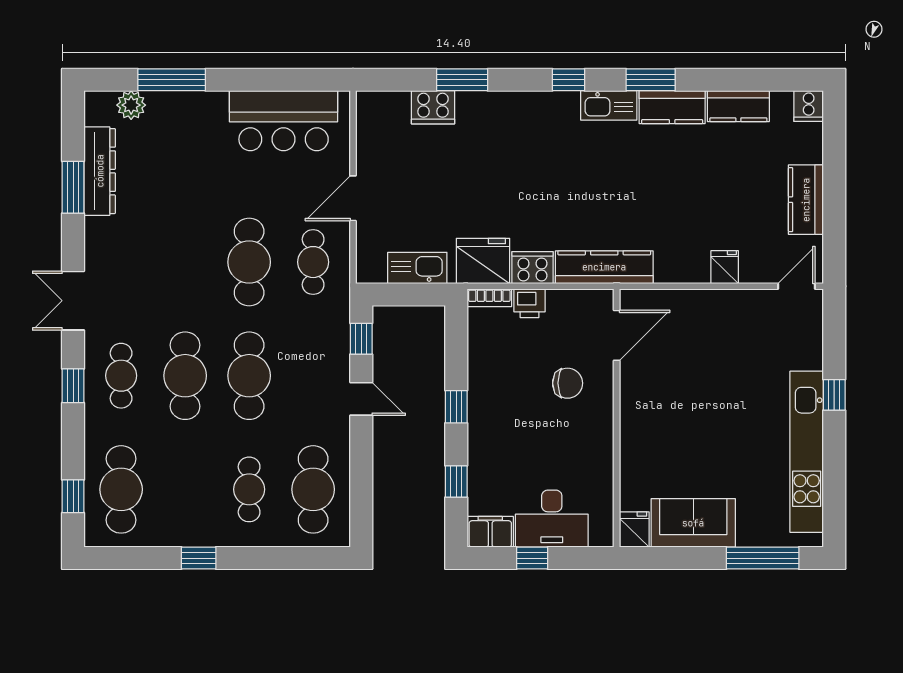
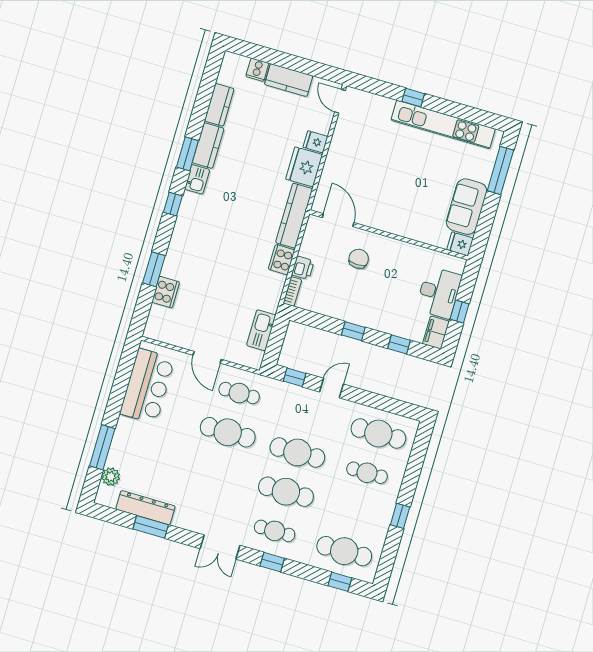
kitchen sink: (609, 105) -> (197, 179), width x0.73
cooker: (809, 106) -> (257, 70), moved, turned 90
fridge: (483, 261) -> (304, 167), moved

